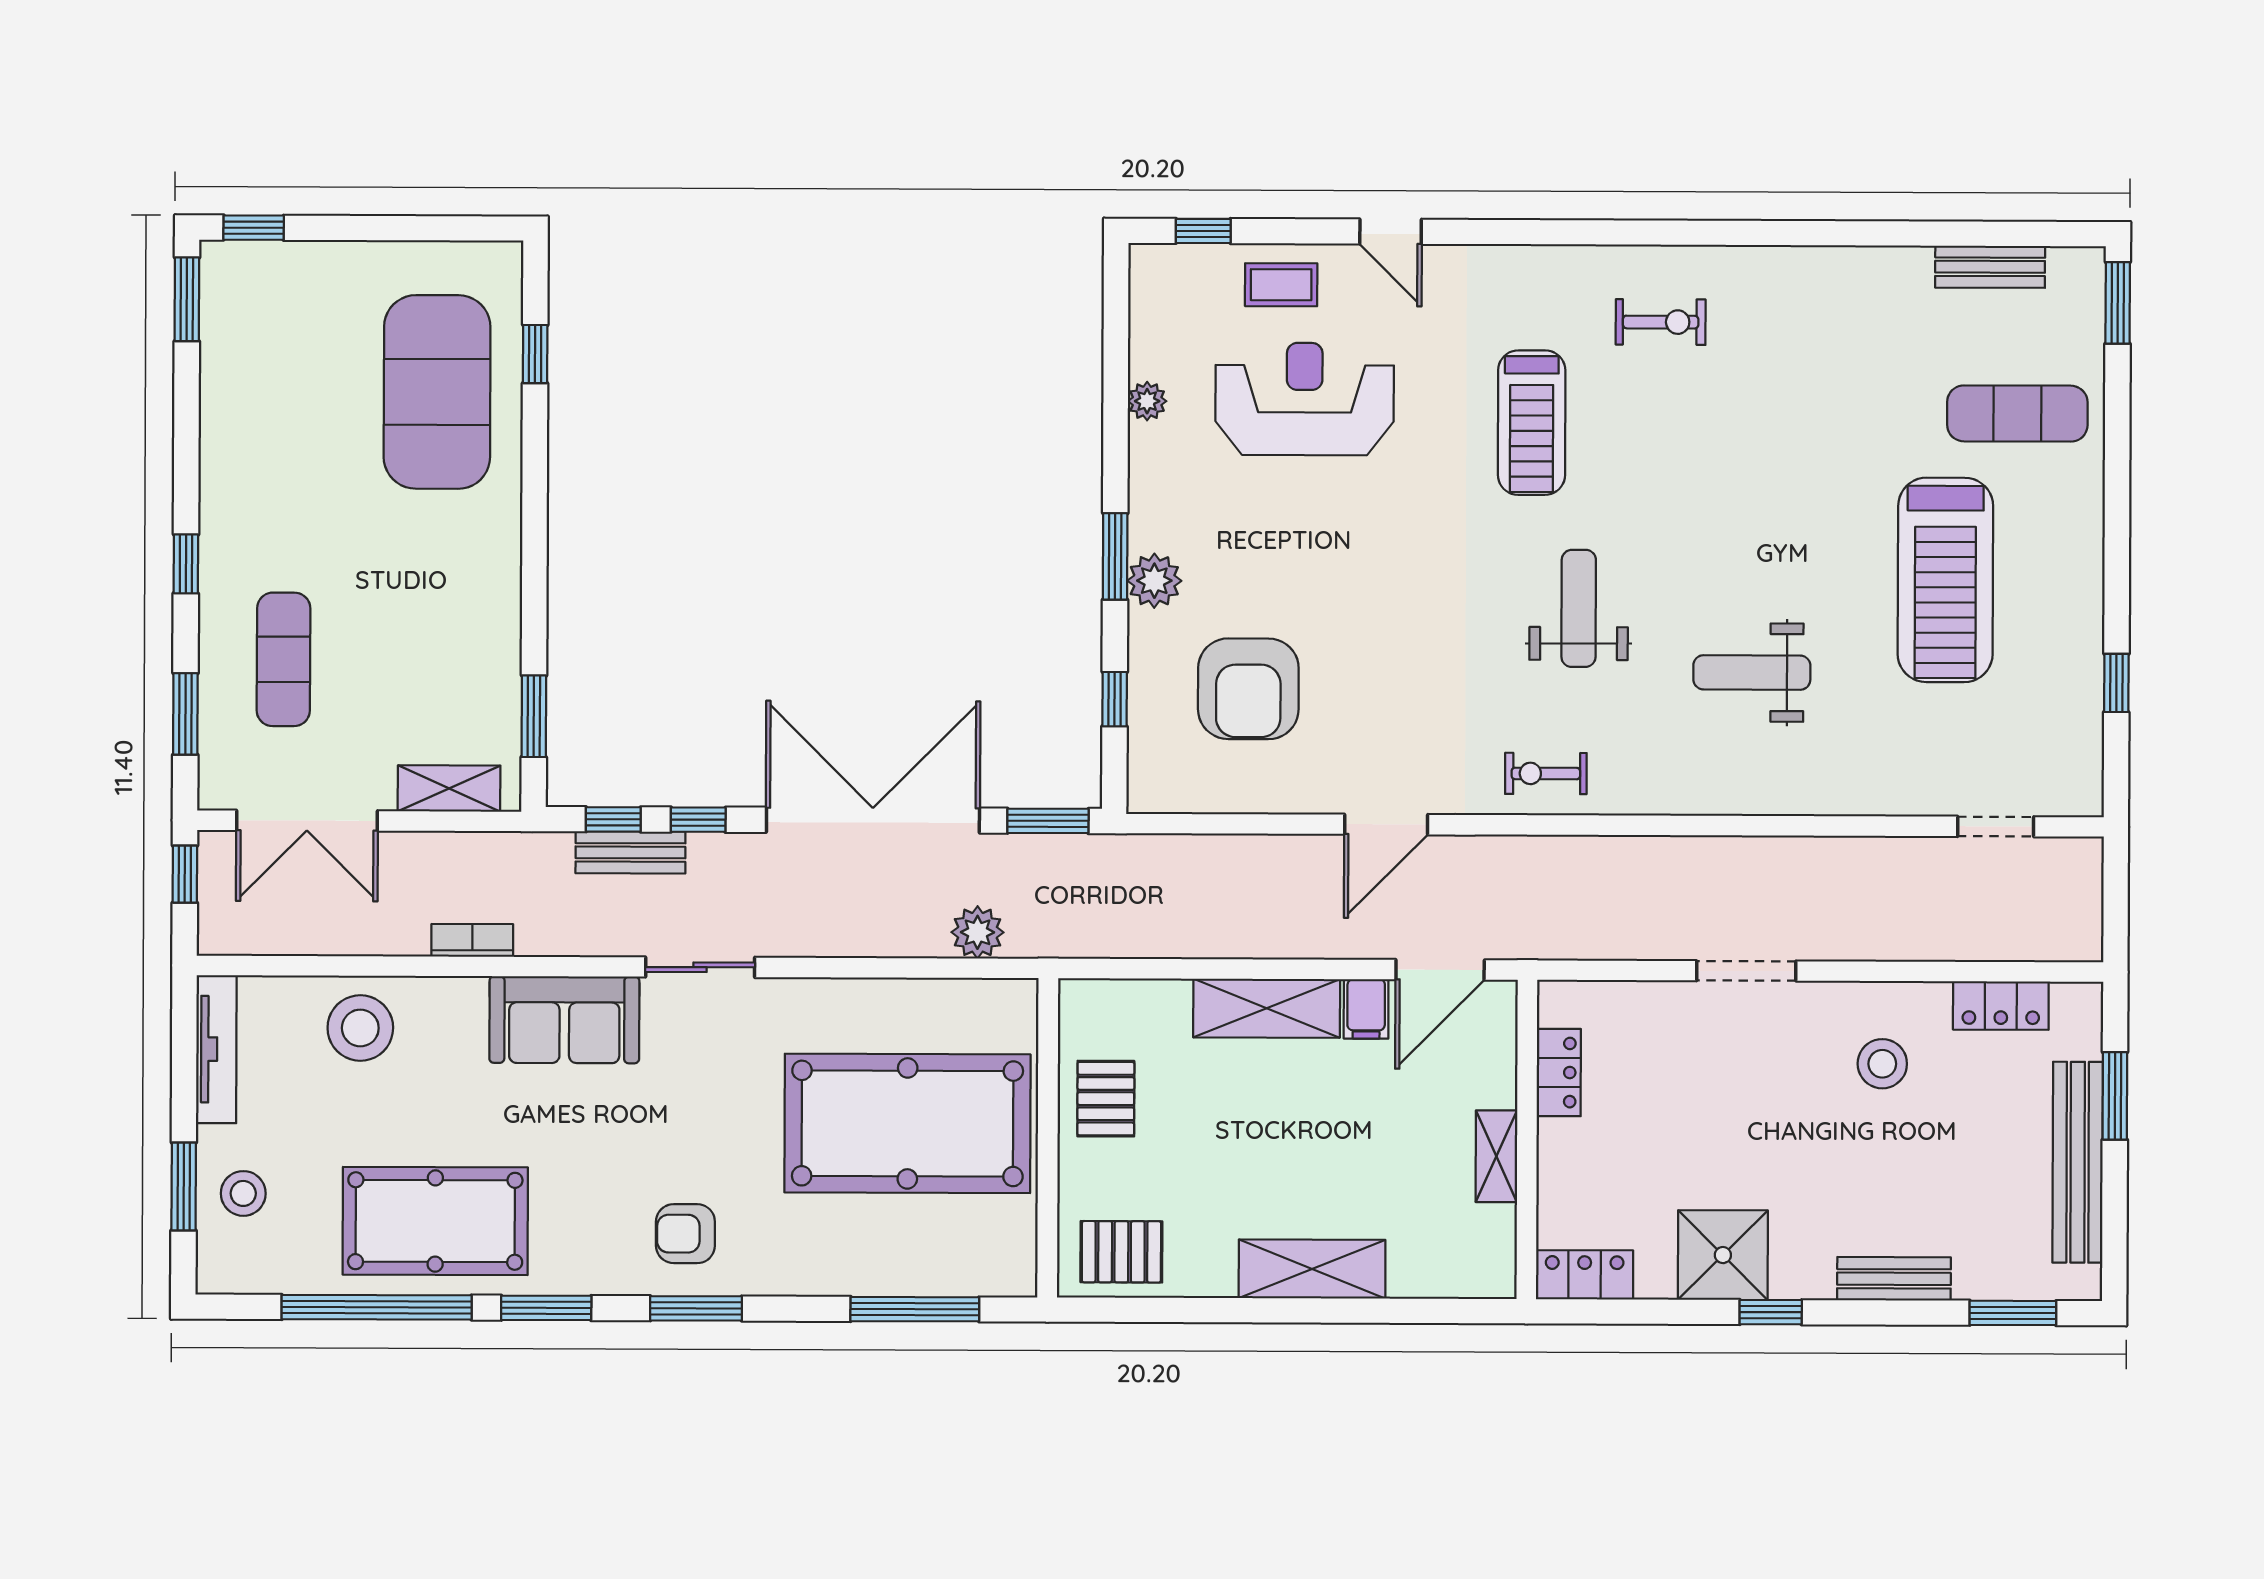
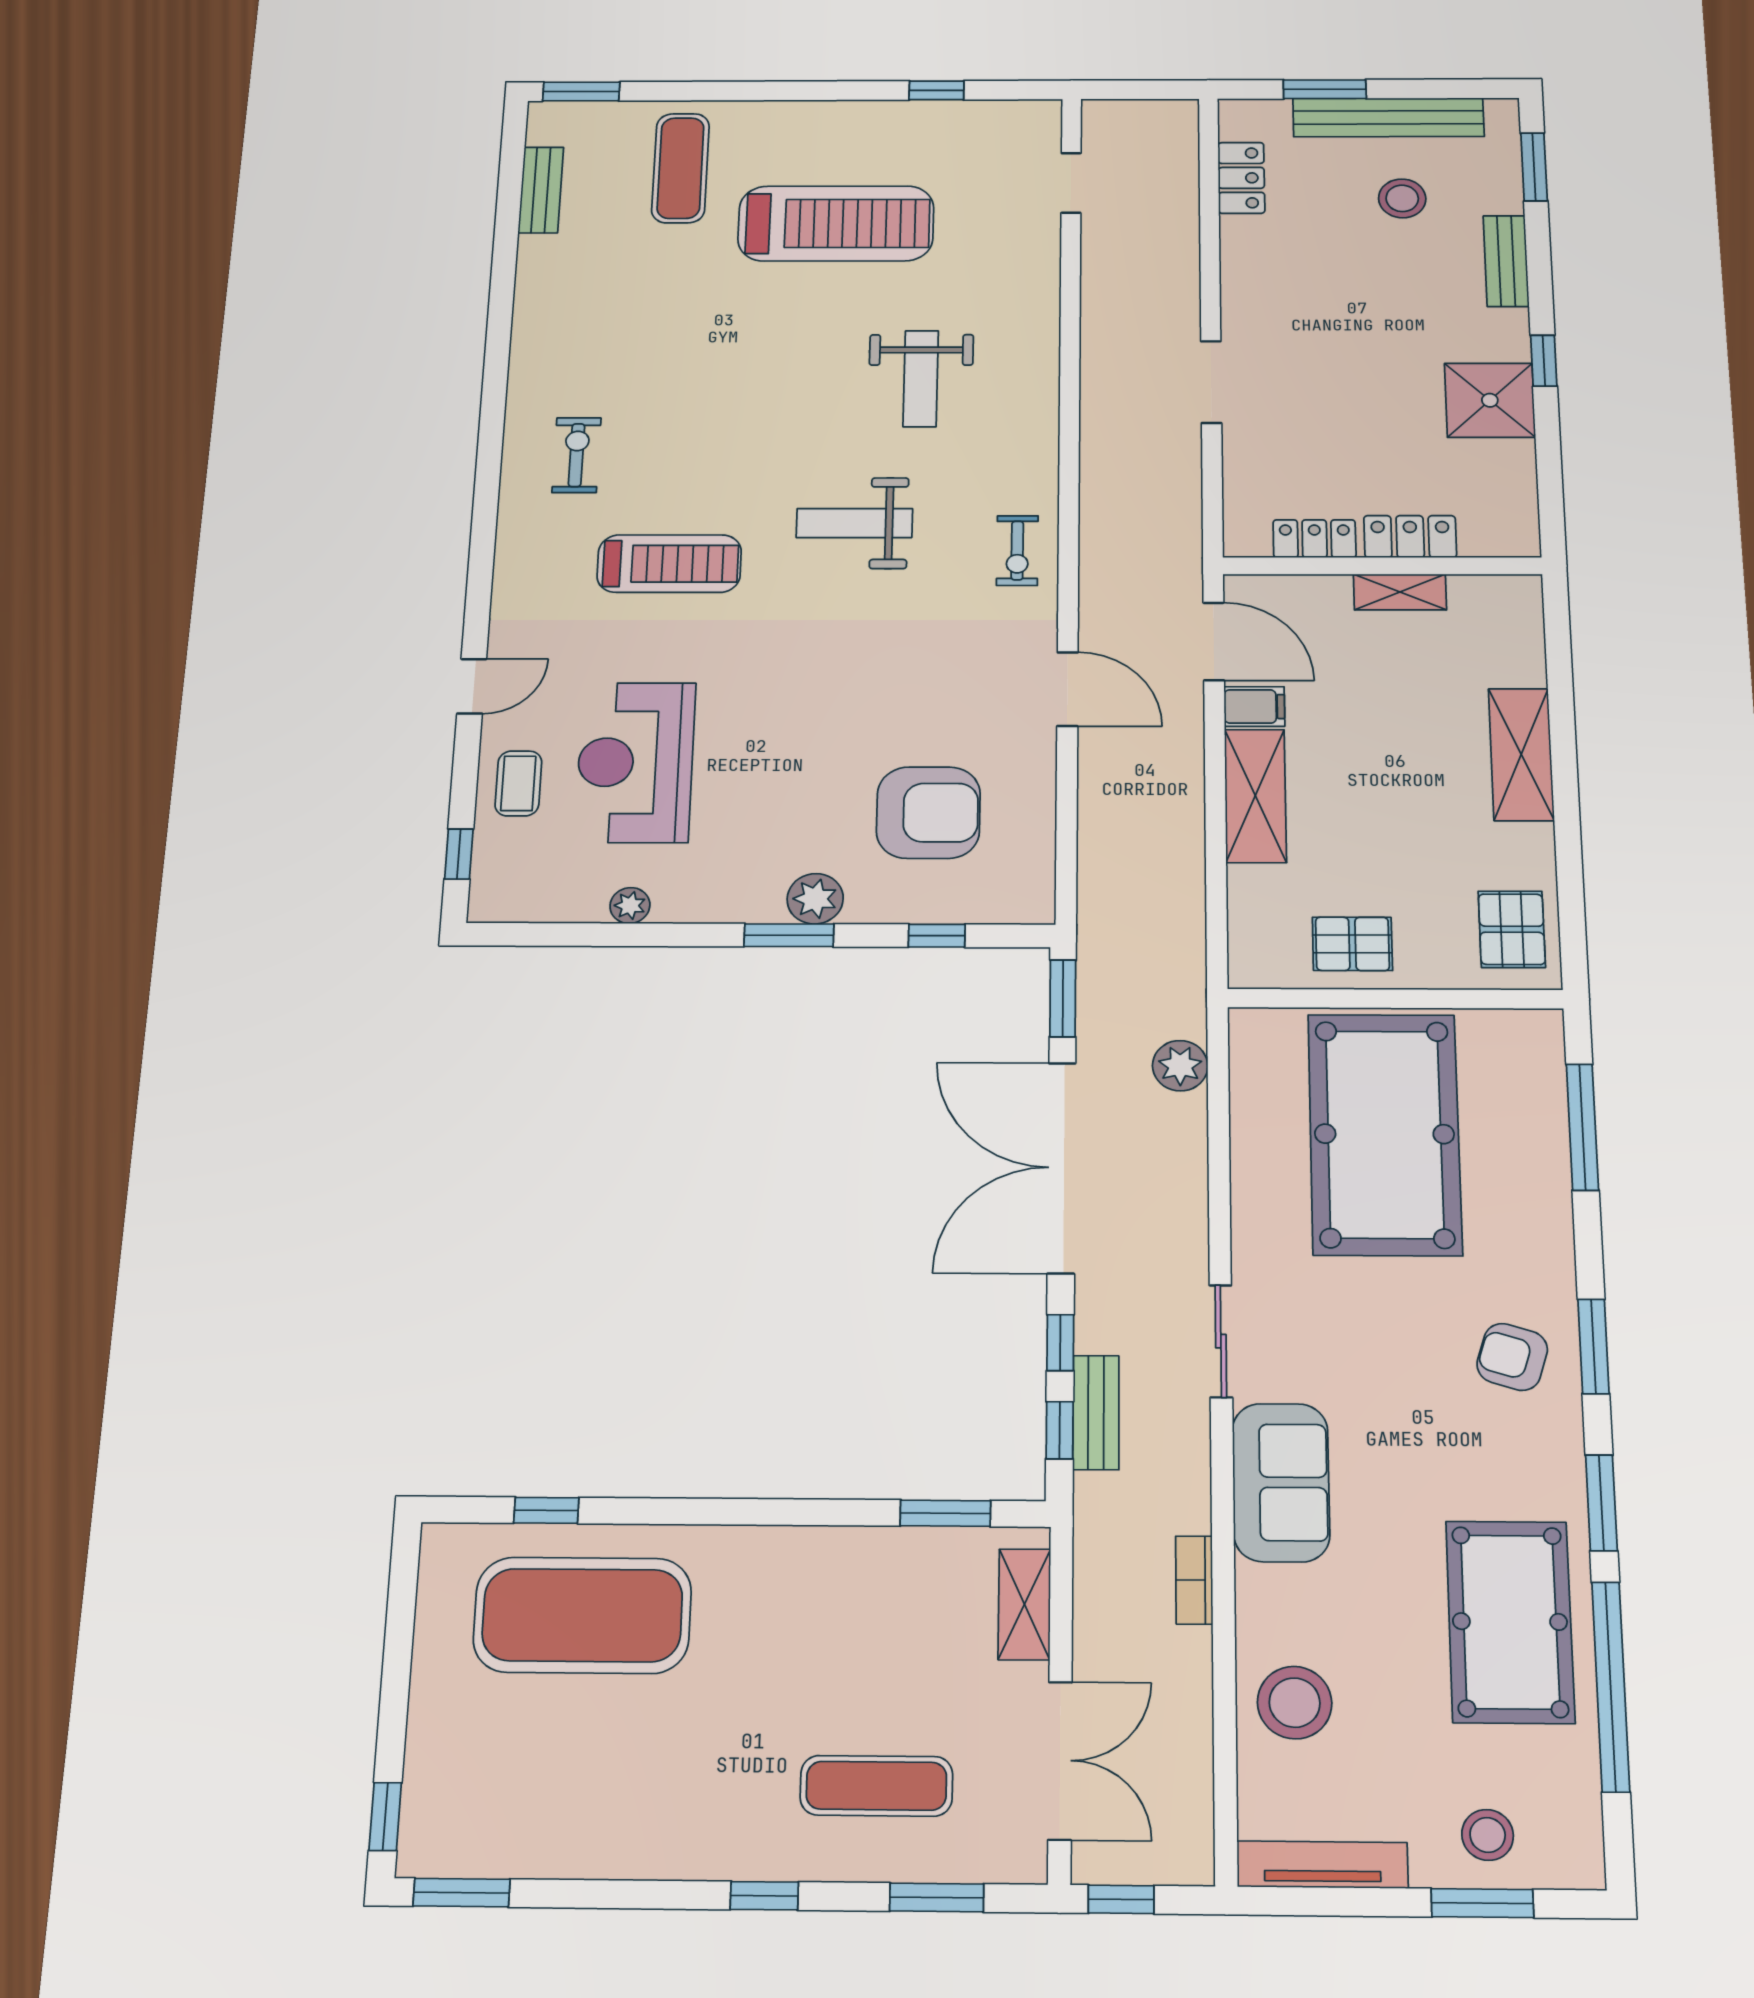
stool: (1882, 1064) -> (1402, 198), moved
armchair: (685, 1234) -> (1512, 1357), turned 107
locker: (1585, 1275) -> (1410, 537), moved, turned 90

